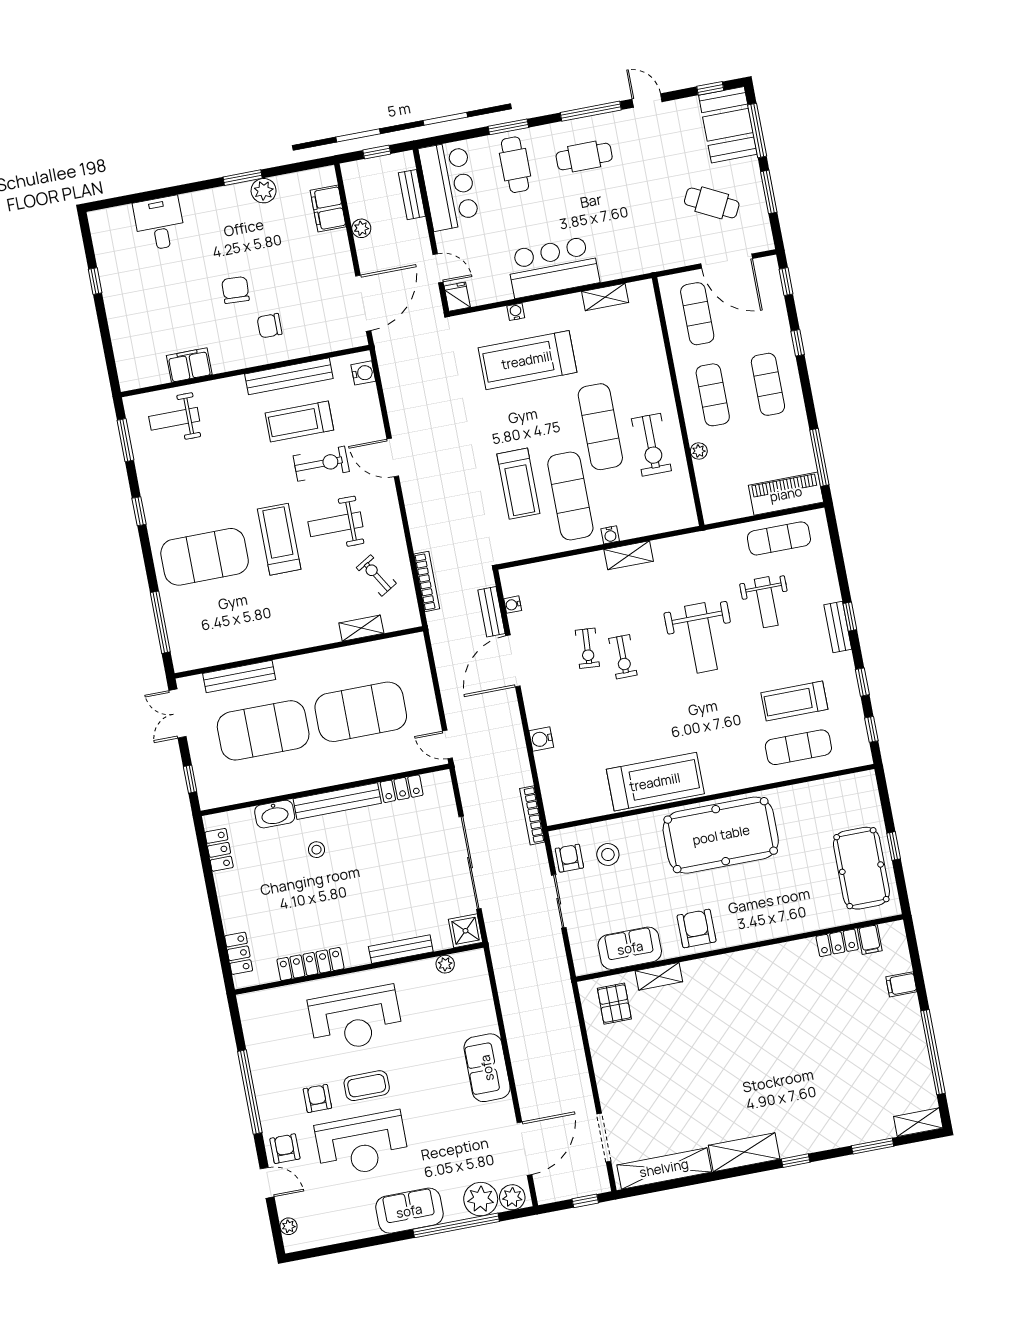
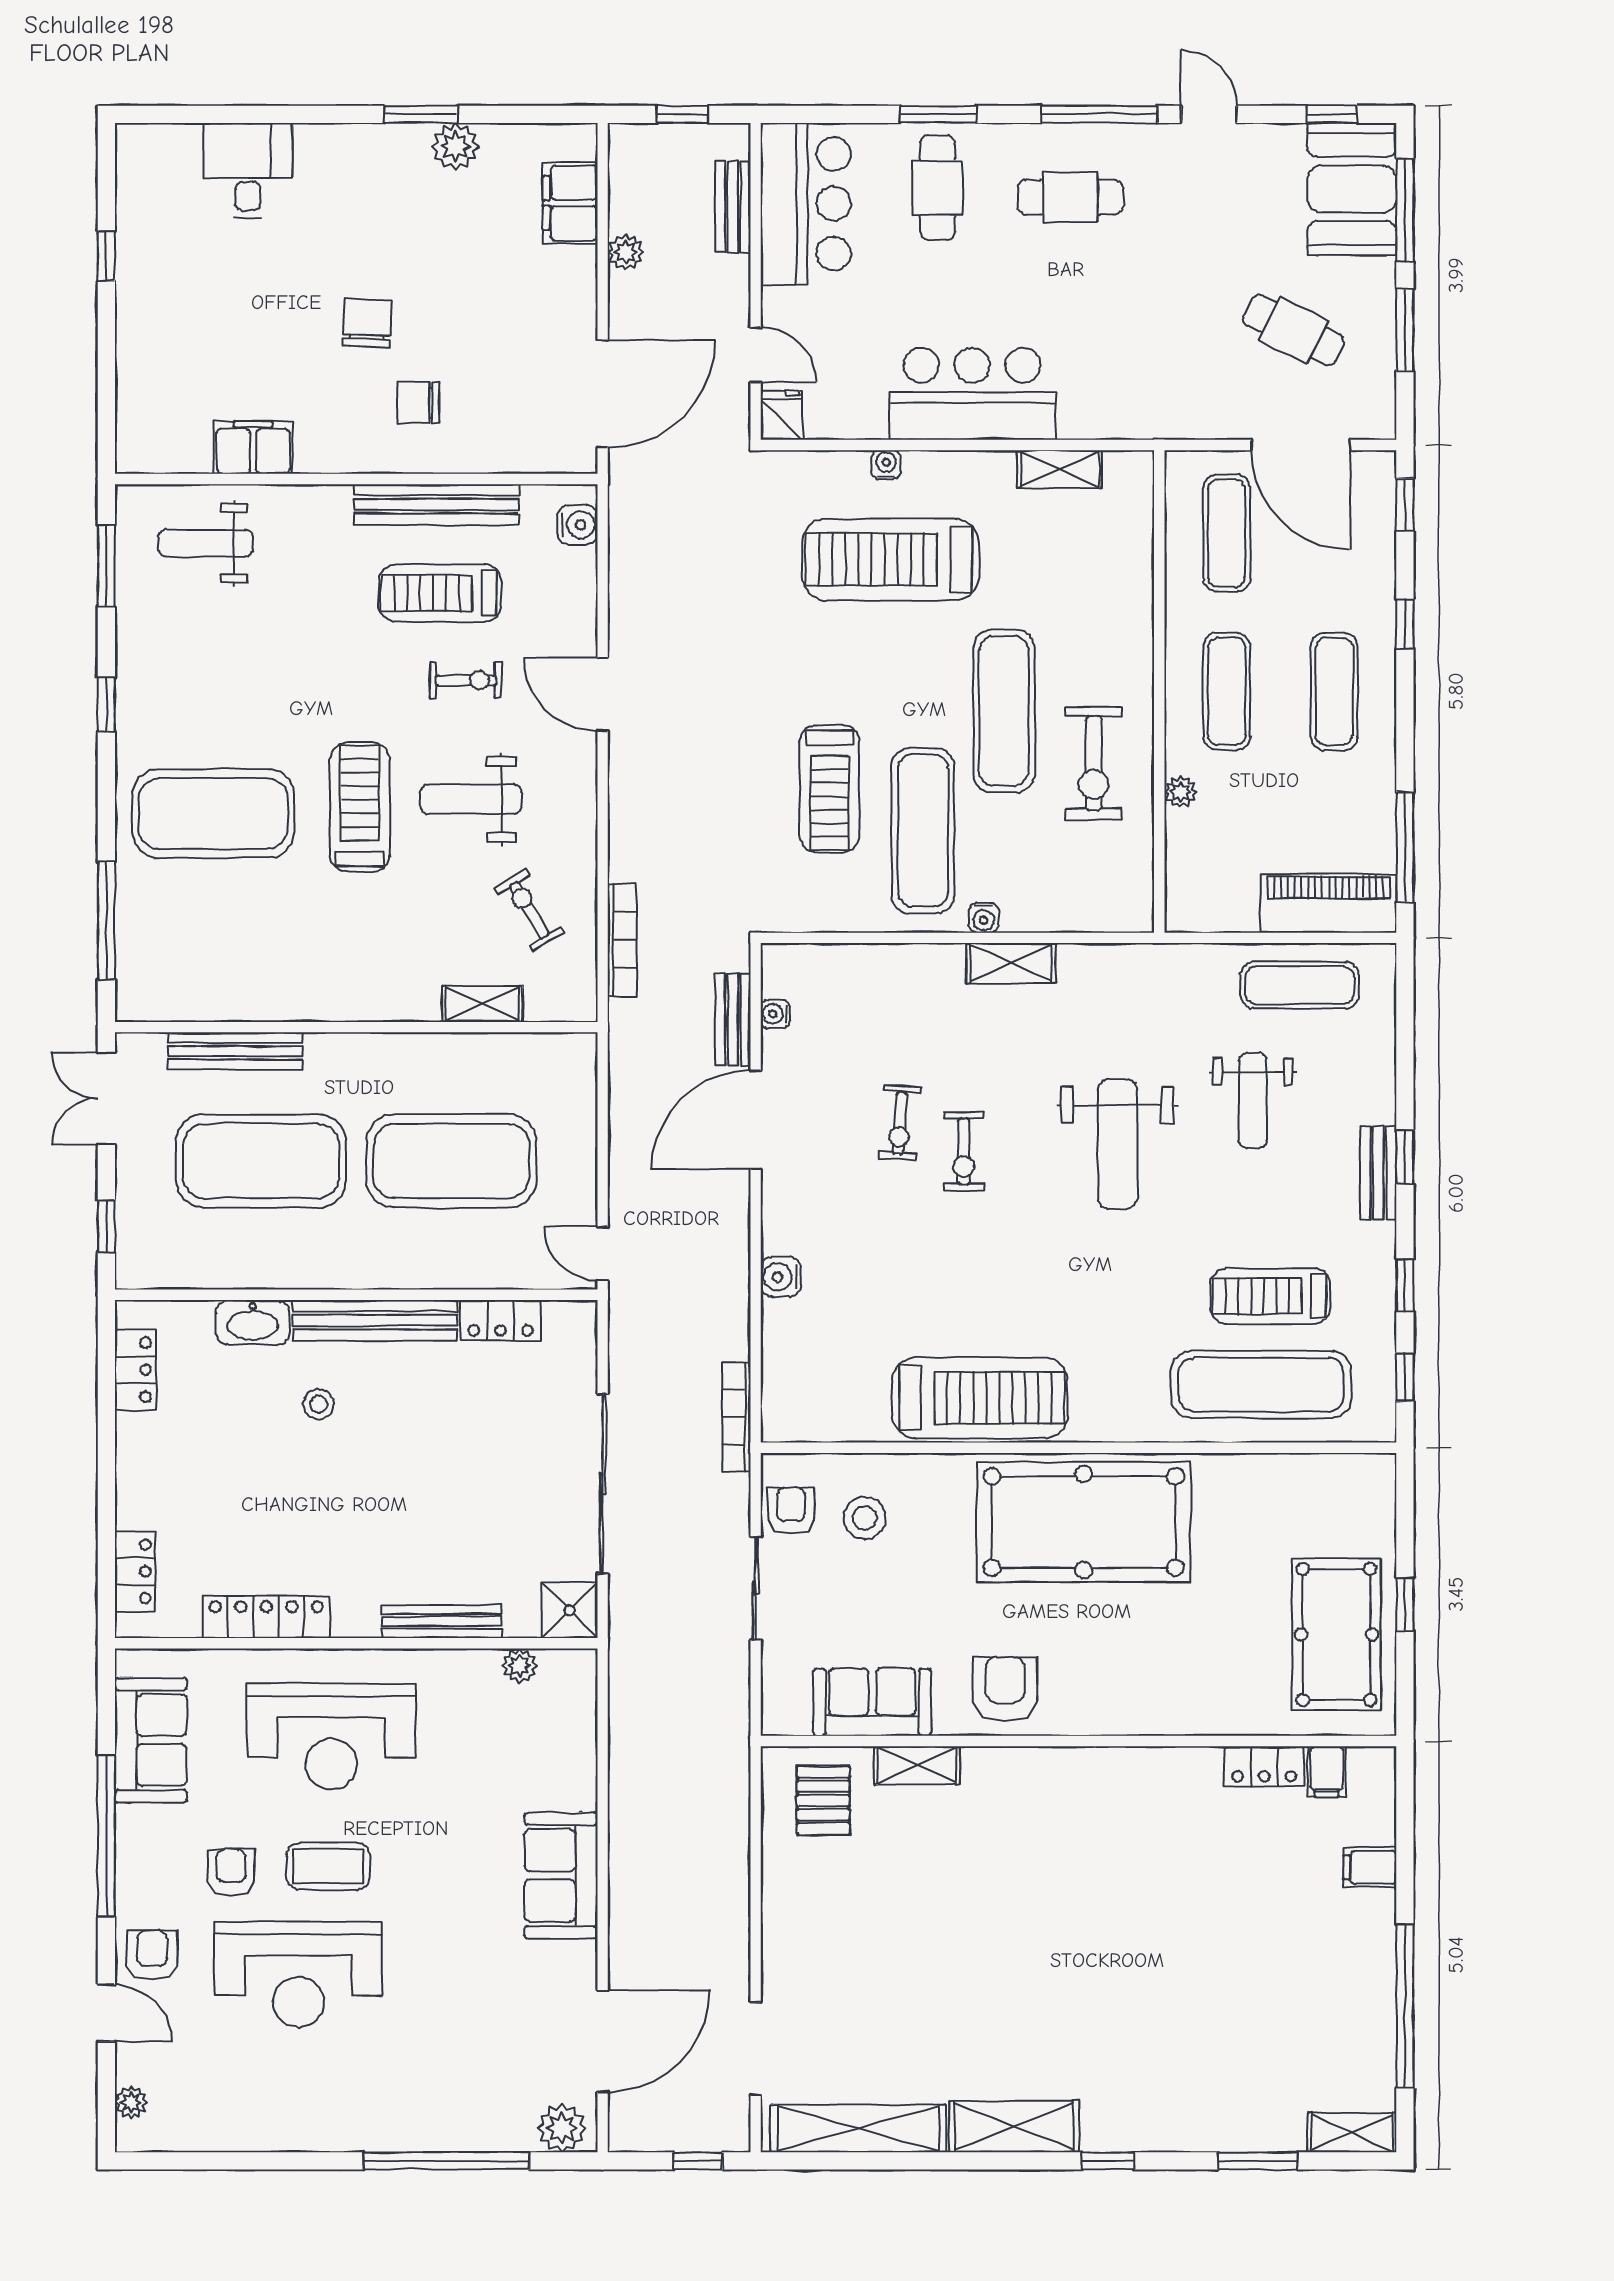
exercise bike: (321, 464) -> (466, 680), width x0.73, depth x0.72
exercise mat: (798, 747) -> (1261, 1385), width x1.36, depth x1.45
plant: (481, 1199) -> (502, 2120), removed
sofa: (409, 1211) -> (151, 1740), moved, turned 90

